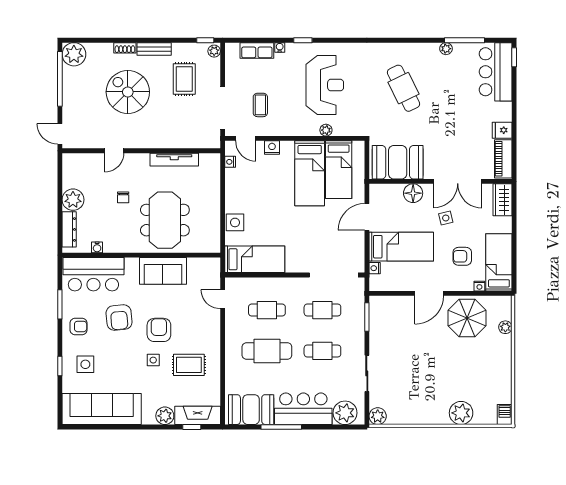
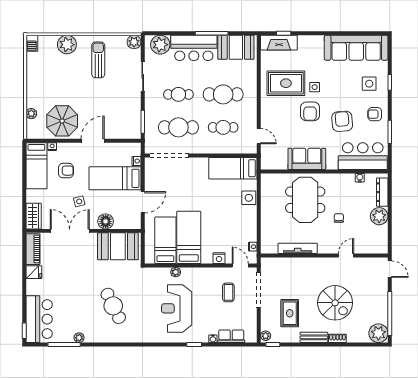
cafe table: (322, 310) -> (178, 127), width x1.37, depth x1.35
rug: (189, 365) -> (286, 83), width x1.36, depth x1.43
sun lounger: (422, 394) -> (98, 60), added
plant: (165, 416) -> (305, 42), removed

